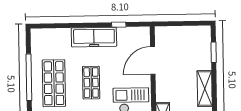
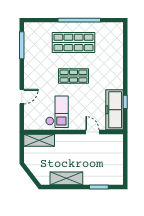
freezer: (94, 37) -> (114, 110), moved
door: (153, 61) -> (92, 132), width x0.53

